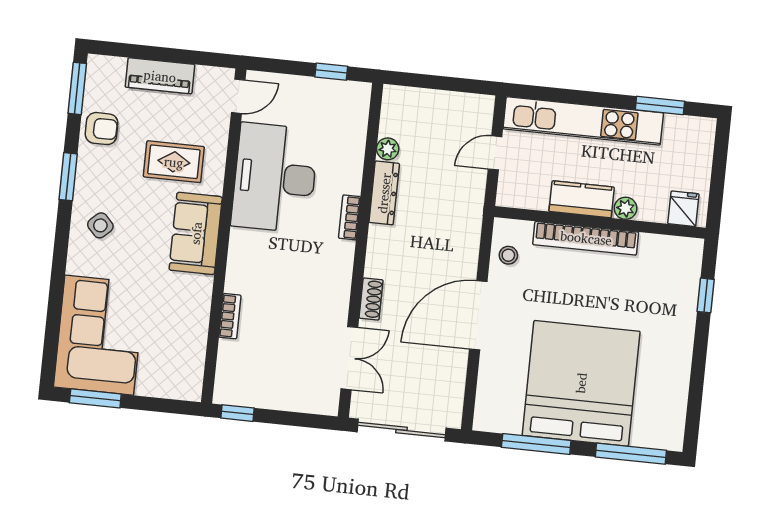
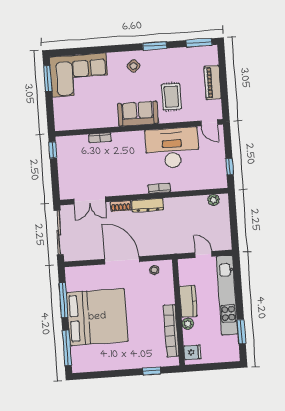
armchair: (102, 129) -> (181, 58), removed
plant: (388, 149) -> (213, 200), moved
dresser: (384, 193) -> (148, 205), moved
bookcase: (586, 238) -> (171, 331), moved

